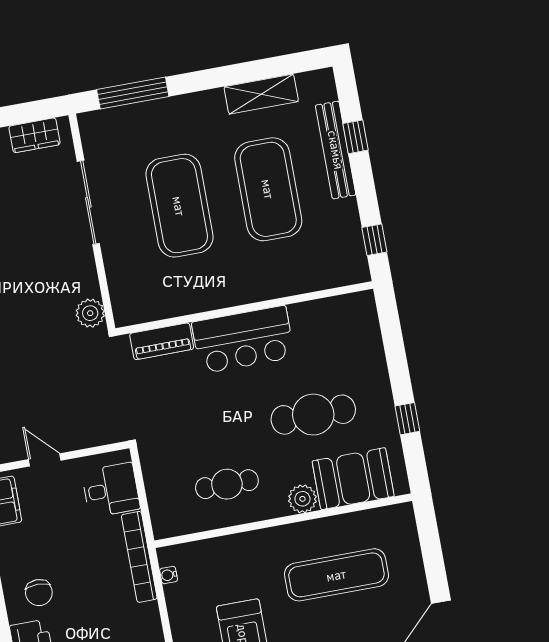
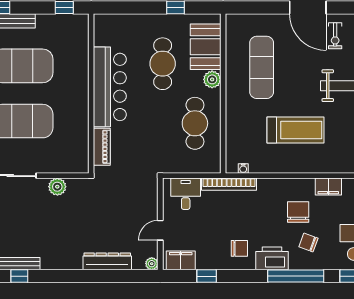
plant: (90, 313) -> (57, 187), moved
bar counter: (243, 340) -> (110, 87), width x1.36
cafe table: (227, 484) -> (195, 123), width x1.37, depth x1.35

